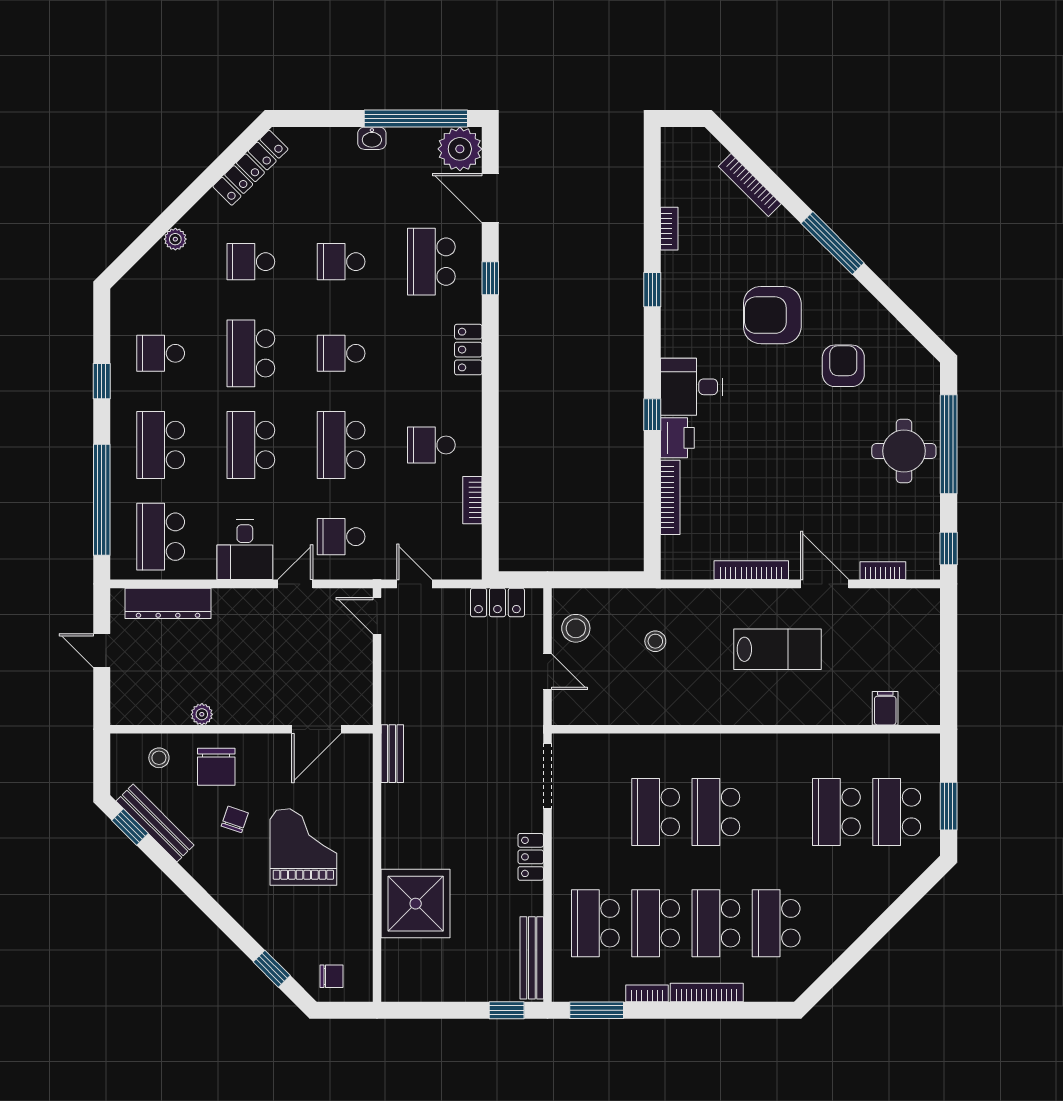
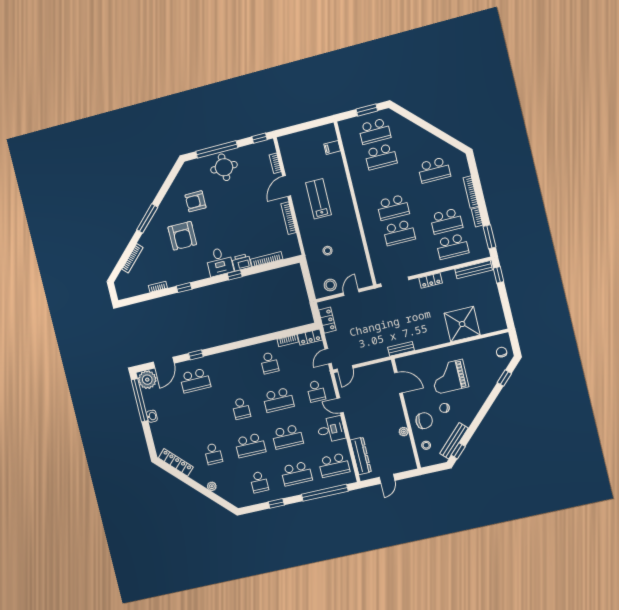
school desk: (341, 262) -> (204, 417), removed
locker: (468, 350) -> (310, 337), moved
school desk: (716, 923) -> (440, 196), removed

